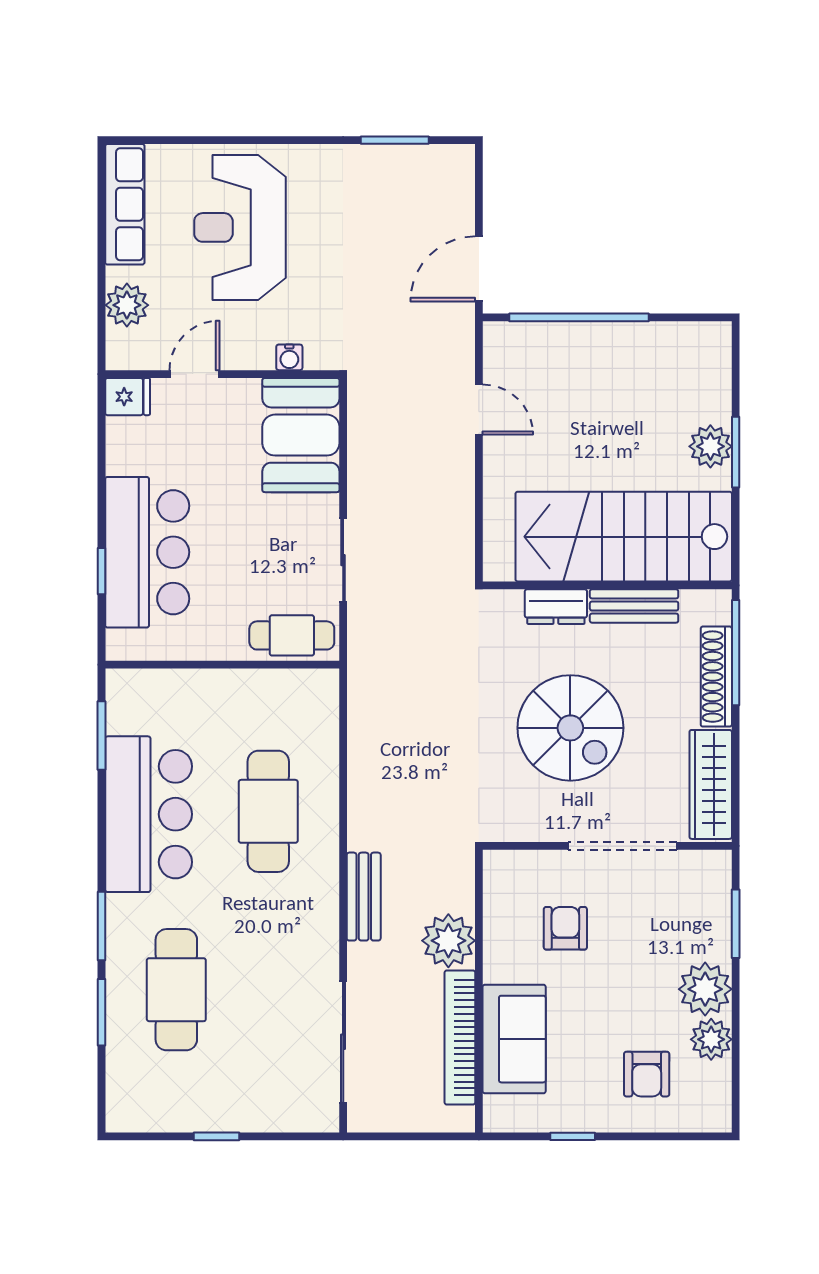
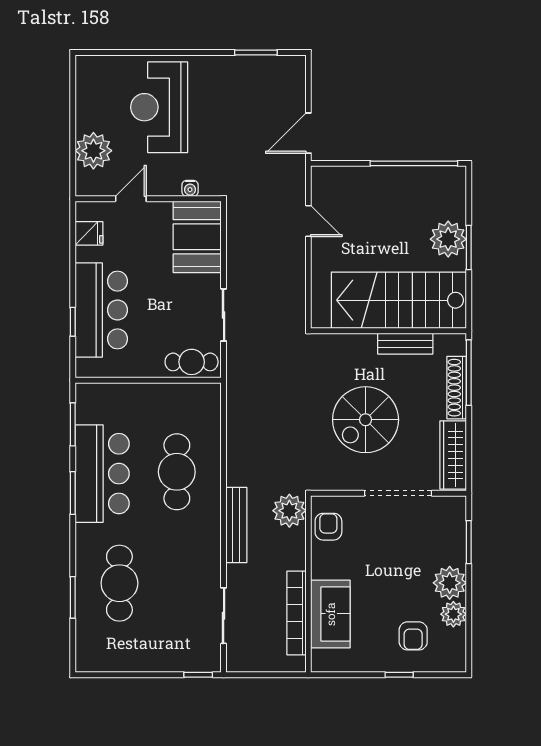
row of seats: (125, 204) -> (87, 93), removed
plant: (127, 305) -> (93, 151), width x1.36, depth x1.36
window: (579, 317) -> (414, 163), moved
fridge: (128, 397) -> (89, 233), moved
plant: (710, 446) -> (448, 239), width x1.36, depth x1.36
dresser: (556, 607) -> (356, 344), removed
spiral stairs: (570, 728) -> (366, 420), turned 90
bench: (364, 897) -> (236, 525), width x1.36
window: (102, 926) -> (73, 493), moved
armchair: (565, 928) -> (328, 527), moved
plant: (448, 941) -> (289, 511), moved
sliding door: (343, 1042) -> (224, 616), width x0.73
window: (217, 1136) -> (198, 675), moved
window: (573, 1136) -> (399, 675), moved

